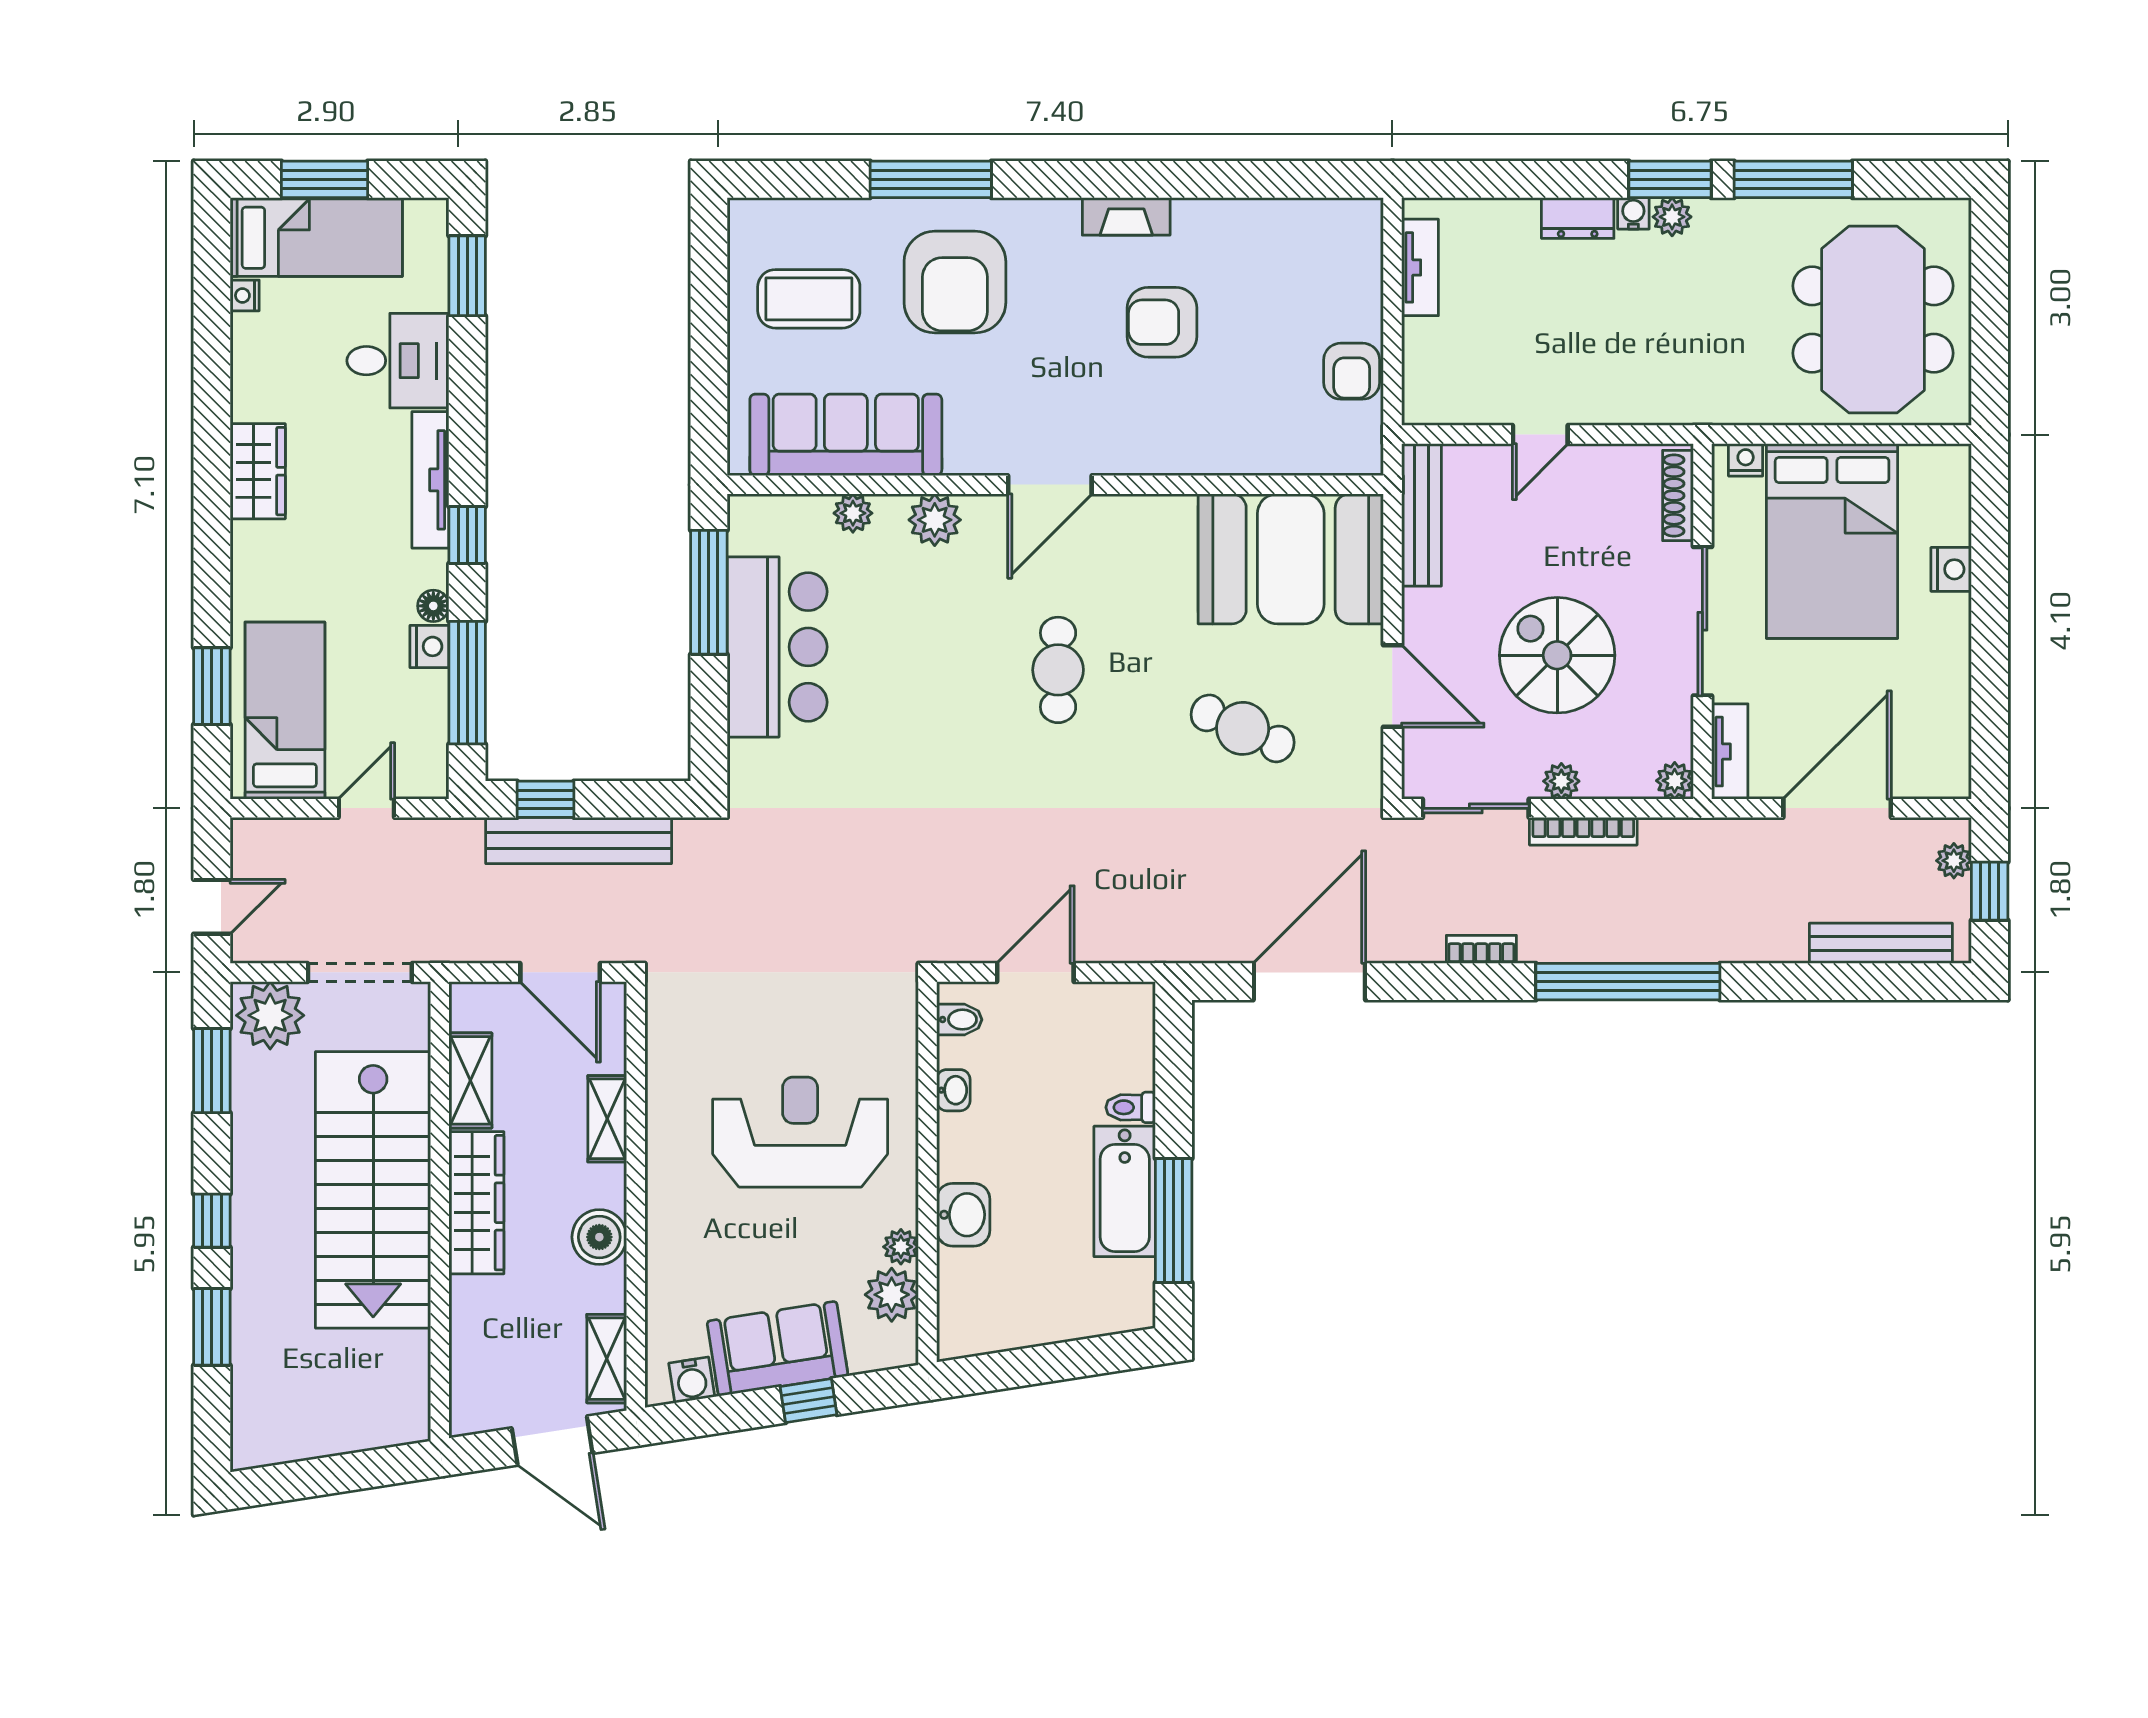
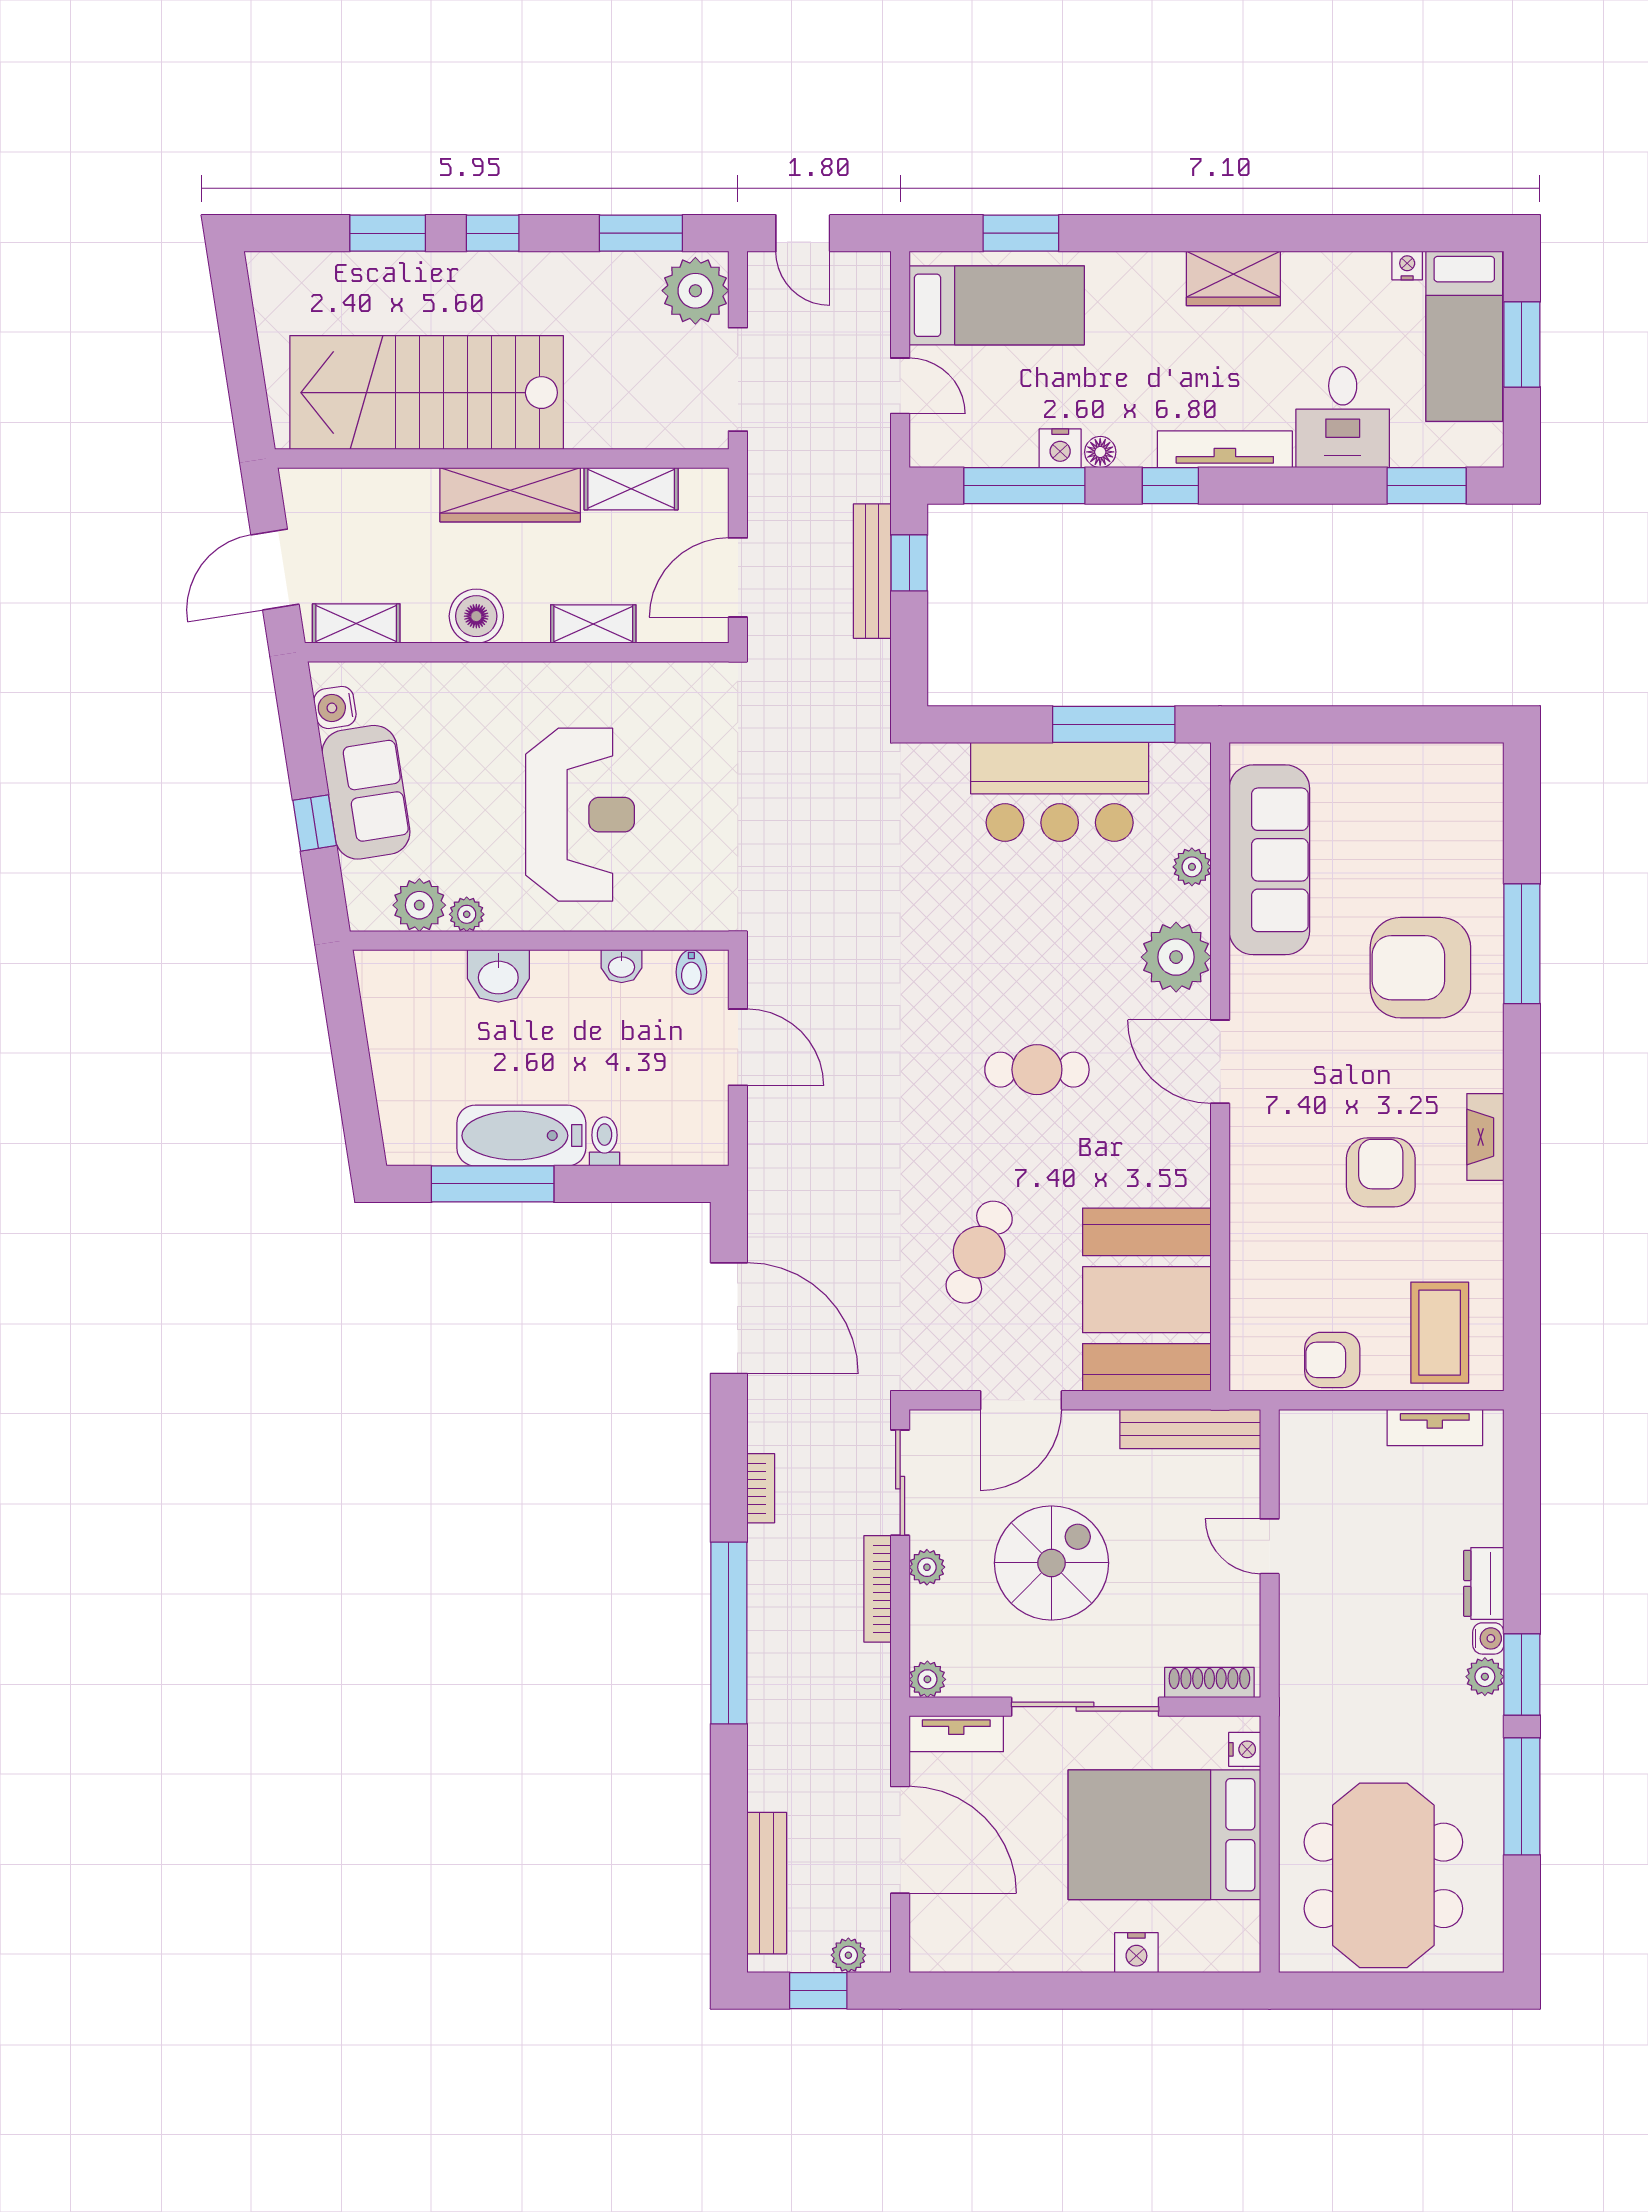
coffee table: (809, 299) -> (1440, 1333), moved
meeting table: (1873, 320) -> (1383, 1875), turned 90
plant: (935, 520) -> (1176, 957), width x1.36, depth x1.36
bench: (579, 841) -> (872, 571), width x0.73, depth x0.82
stairs: (373, 1190) -> (427, 393), moved

